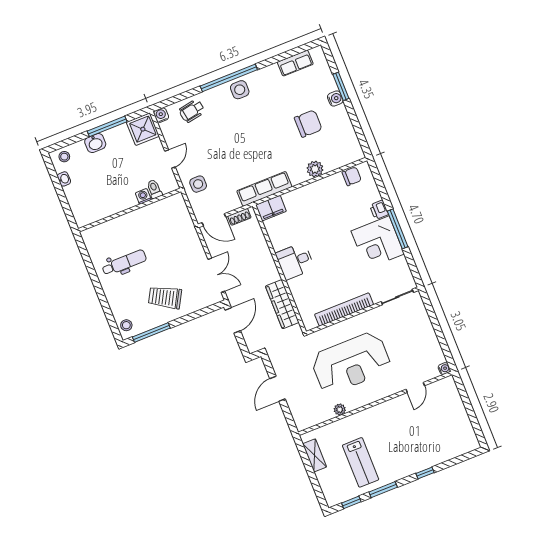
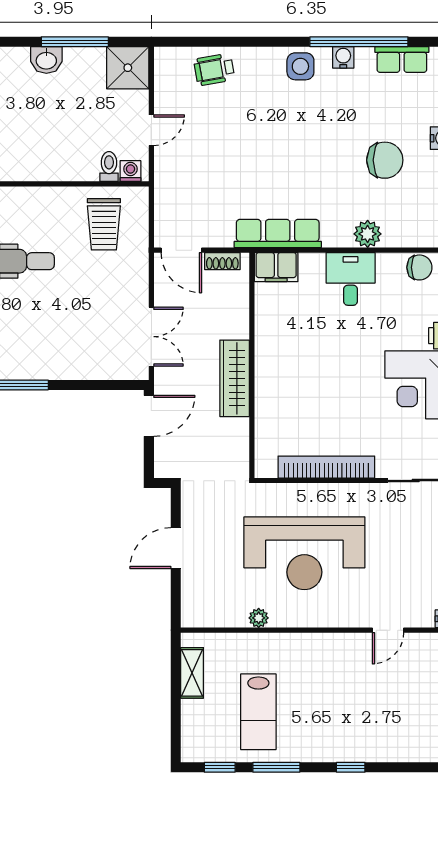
window: (229, 78) -> (359, 42), moved
water cooler: (161, 115) -> (343, 57), moved
side table: (198, 184) -> (179, 186), removed
washing machine: (143, 196) -> (130, 171), moved
desk: (295, 261) -> (351, 279), moved, turned 90
trolley: (165, 297) -> (104, 224), moved, turned -119
wardrobe: (282, 304) -> (235, 378), moved

